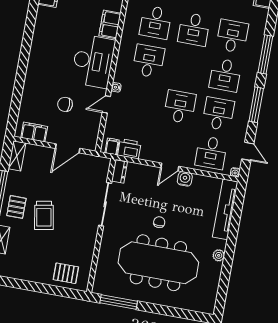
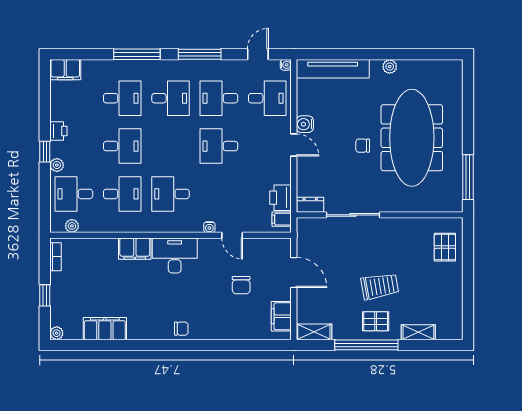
desk: (232, 36) -> (122, 98), turned 180
chair: (39, 50) -> (181, 329), added
desk: (93, 61) -> (175, 255), width x0.73, depth x0.77

